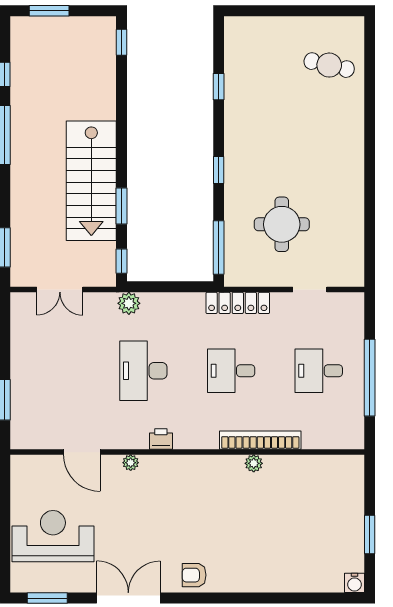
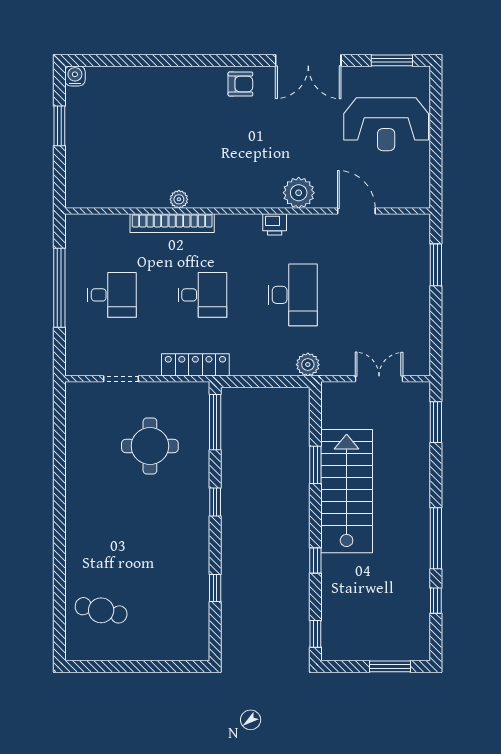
window: (122, 261) -> (315, 561), moved
plant: (131, 463) -> (299, 193), width x1.87, depth x1.87

